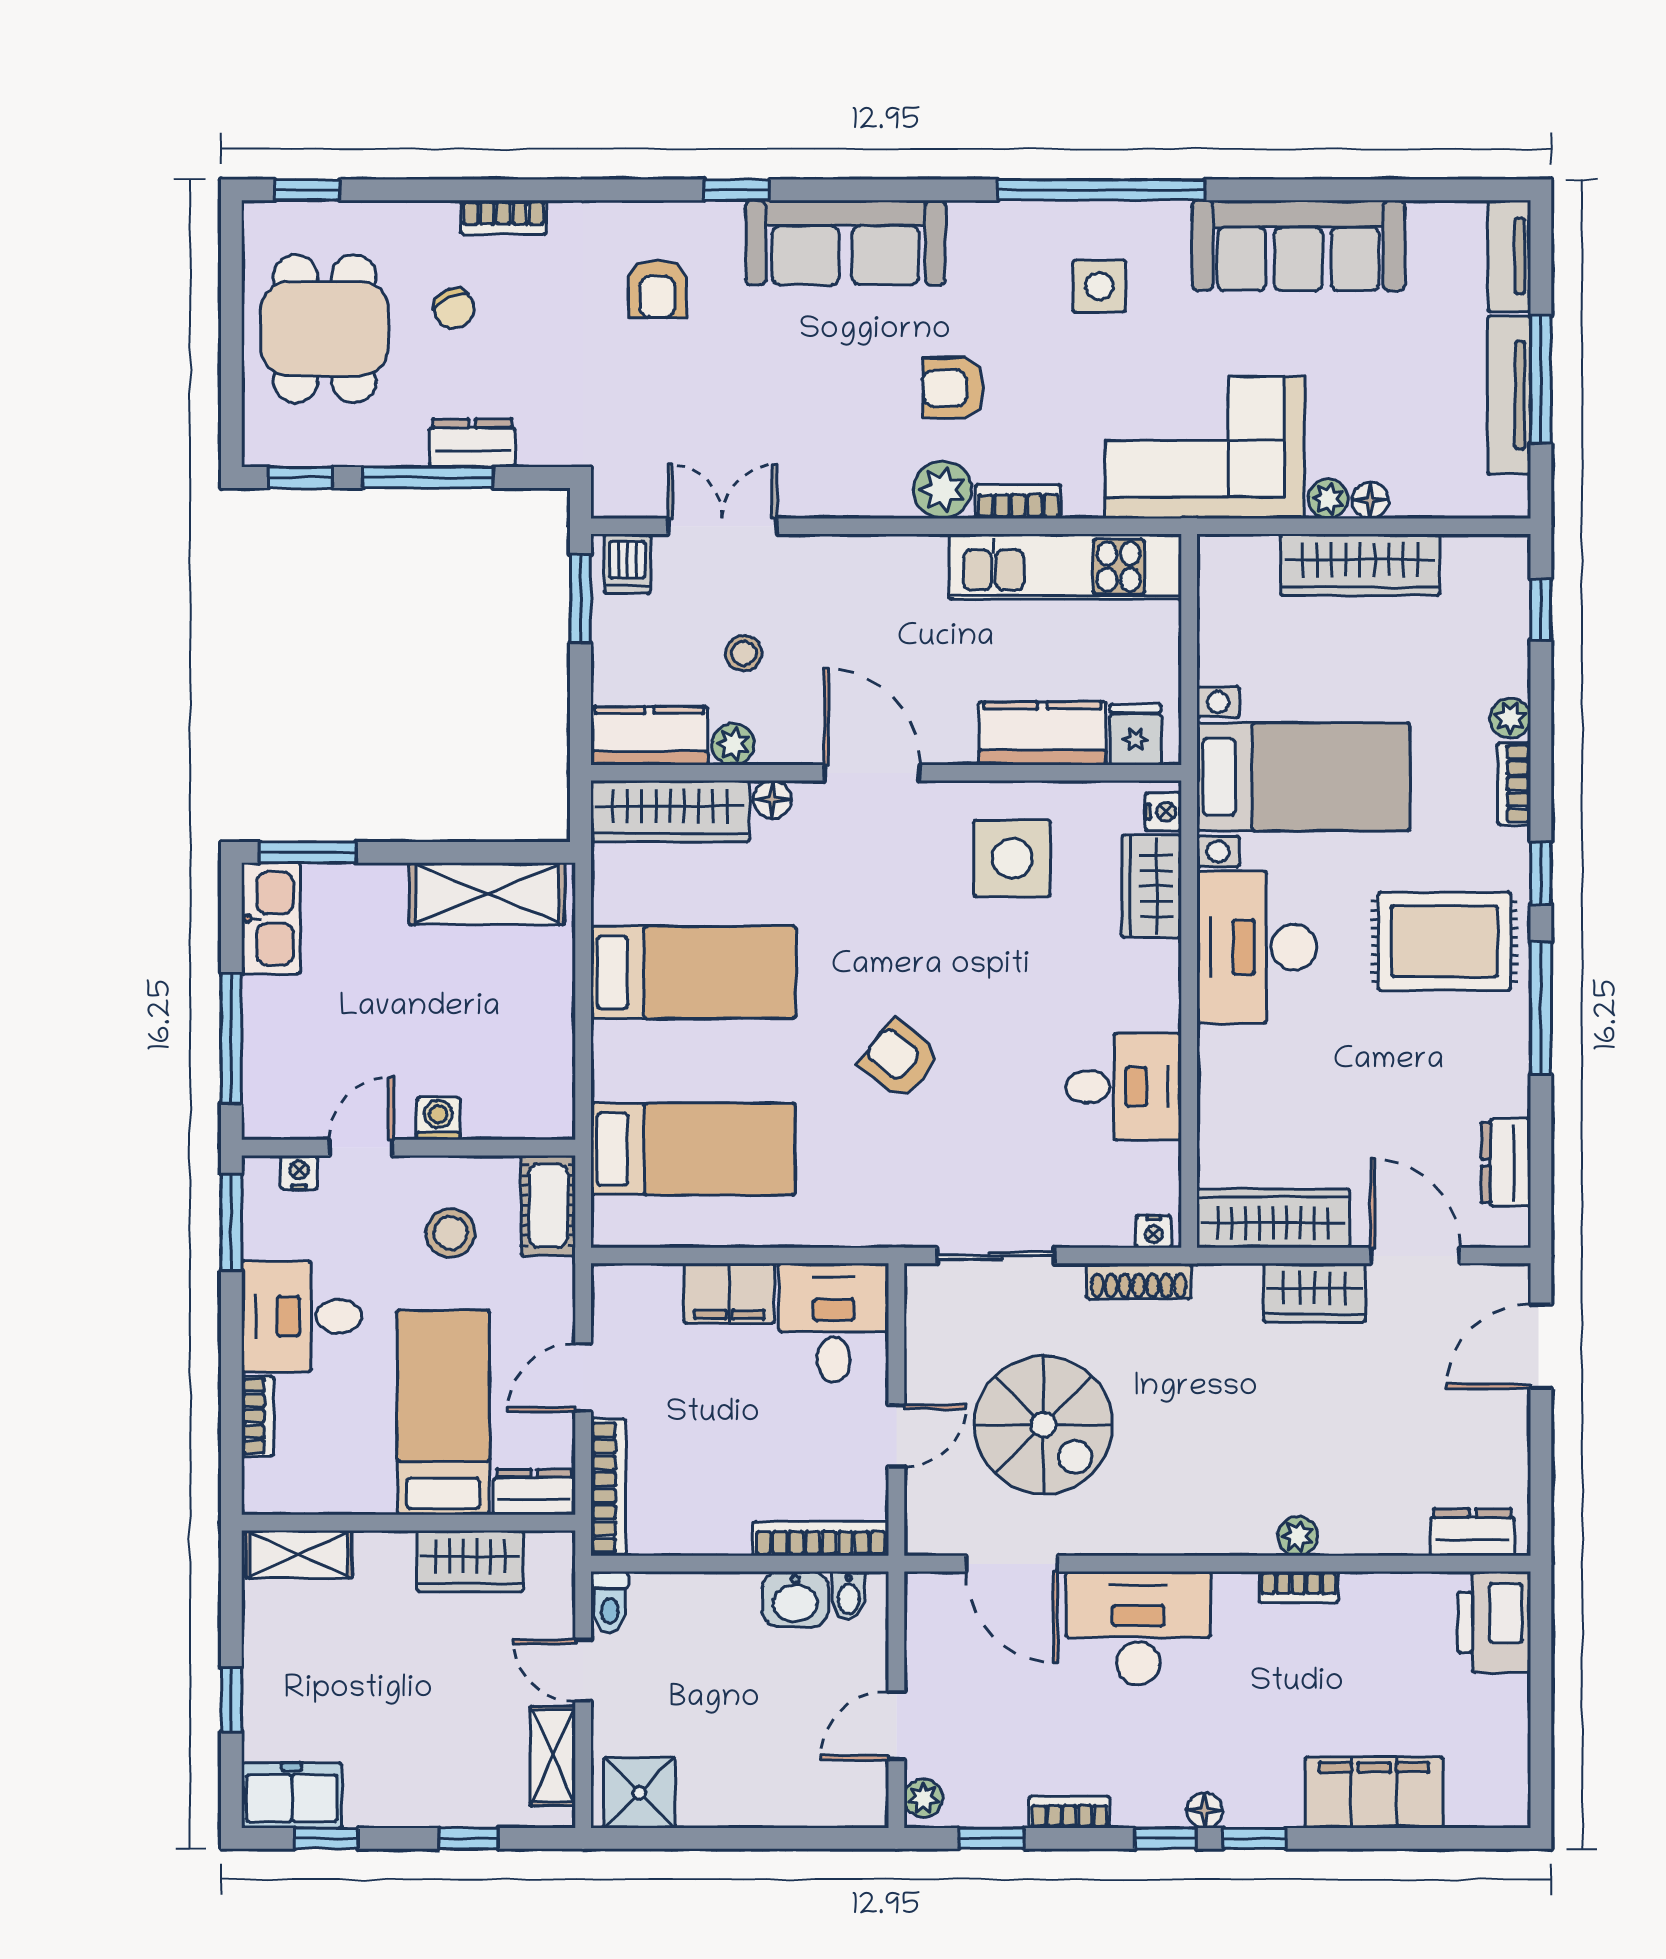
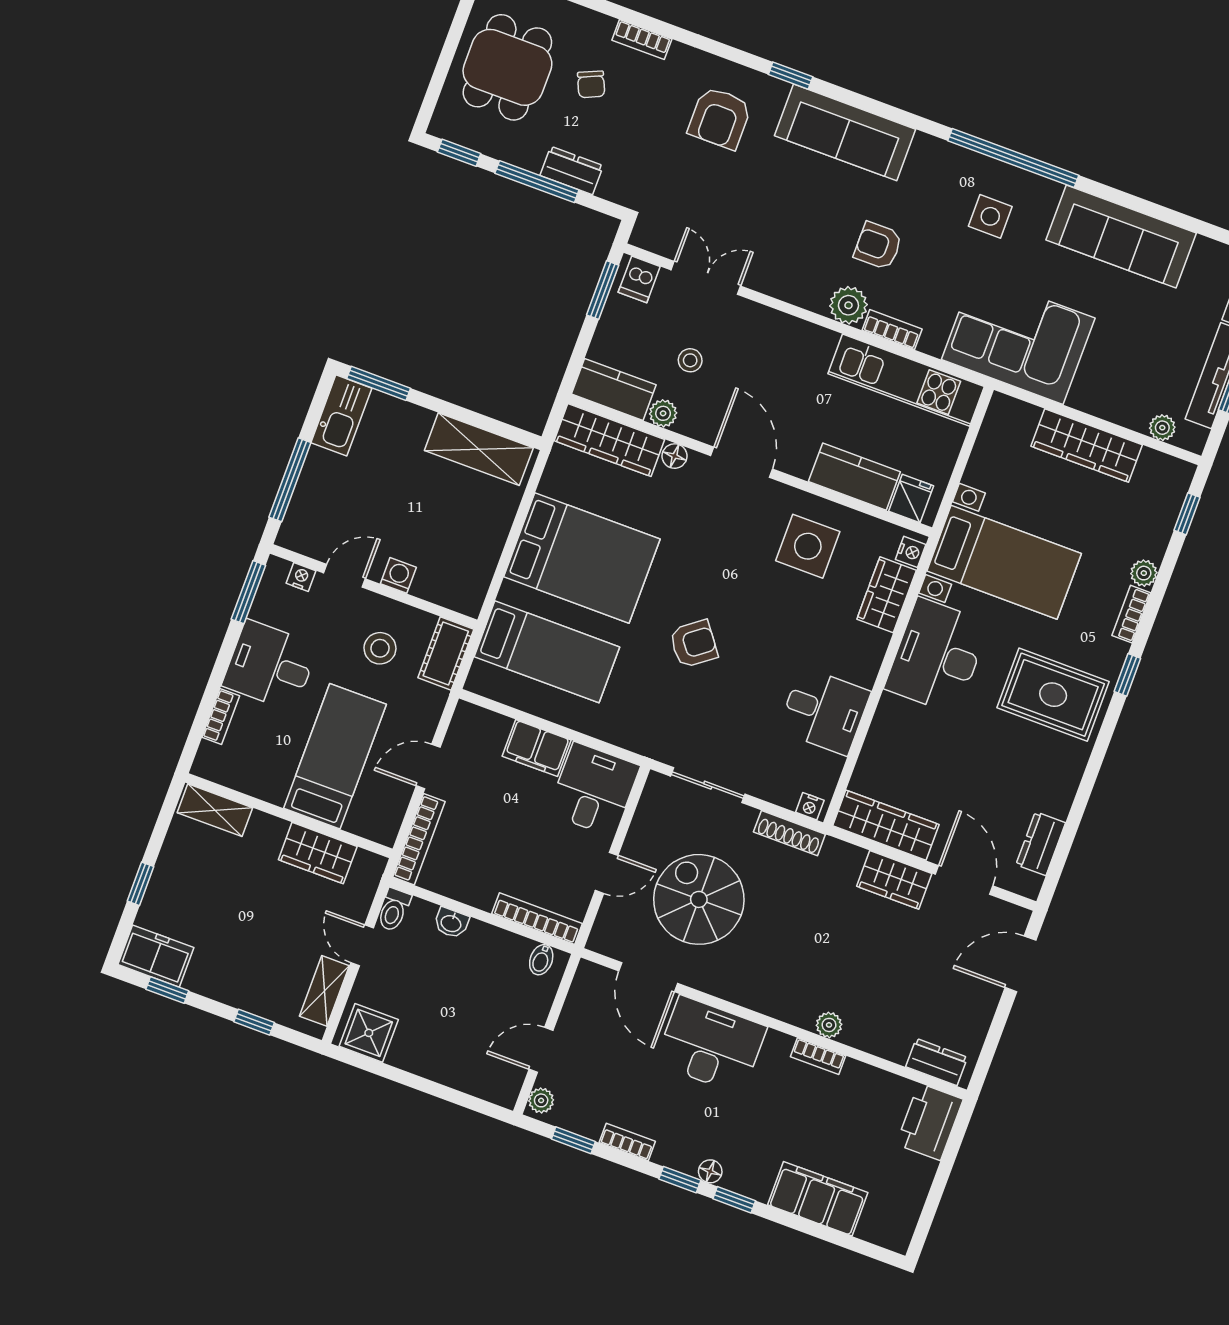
armchair: (657, 289) -> (720, 118), width x1.38, depth x1.38
plant: (1328, 499) -> (1162, 428), moved
floor lamp: (1370, 500) -> (1108, 408), removed
bed: (693, 972) -> (582, 558), width x1.50
window: (1541, 1008) -> (1097, 757), removed
armchair: (900, 1060) -> (694, 644), turned 104
spiral stairs: (1043, 1425) -> (699, 899), turned 180
dresser: (534, 1492) -> (373, 825), removed
washbasin: (795, 1599) -> (451, 923), moved, width x0.72, depth x0.69

